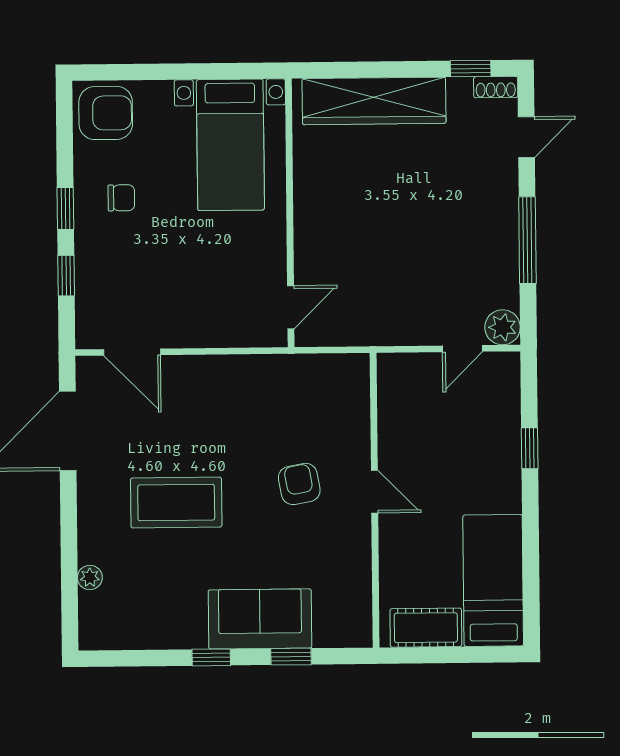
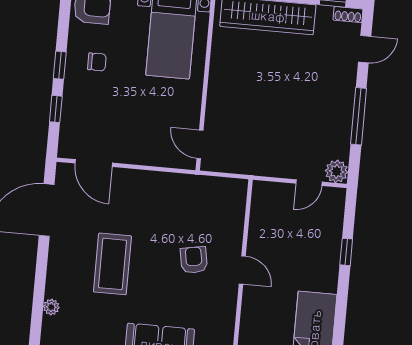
door: (291, 307) -> (200, 144), swing flipped
coffee table: (176, 503) -> (112, 264), turned 90

